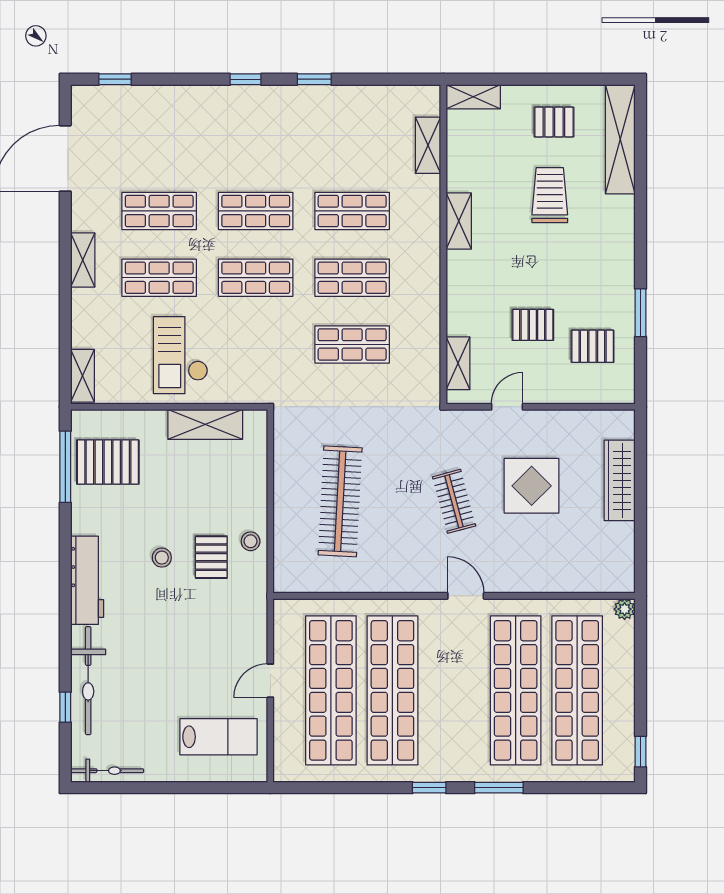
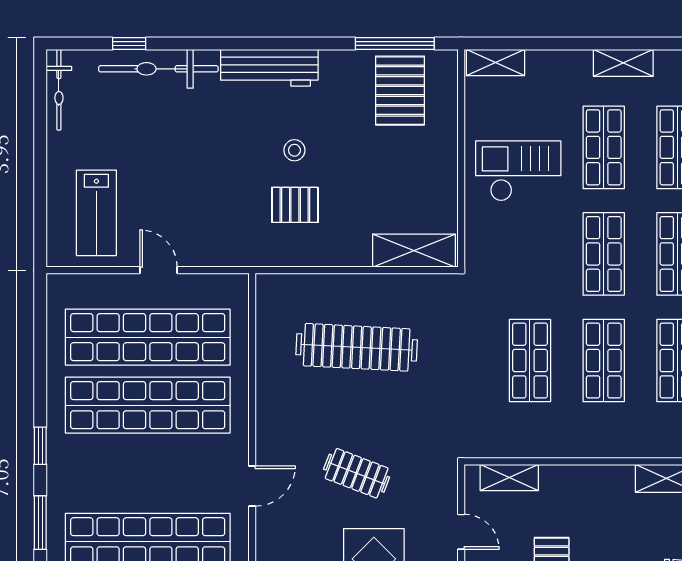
shelving: (205, 424) -> (414, 251), moved, turned 90
clothes rail: (454, 501) -> (357, 473), turned 36
stool: (251, 541) -> (312, 248), removed

